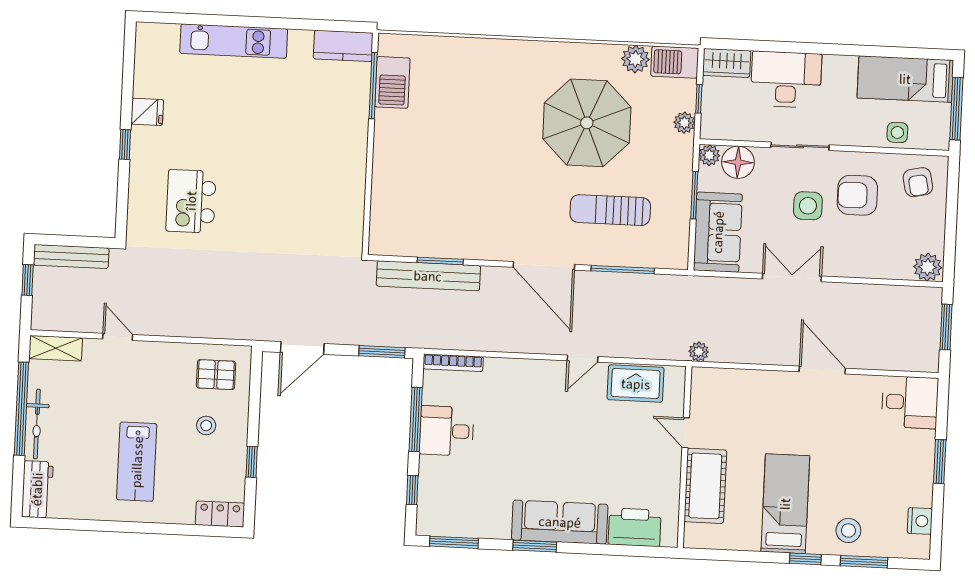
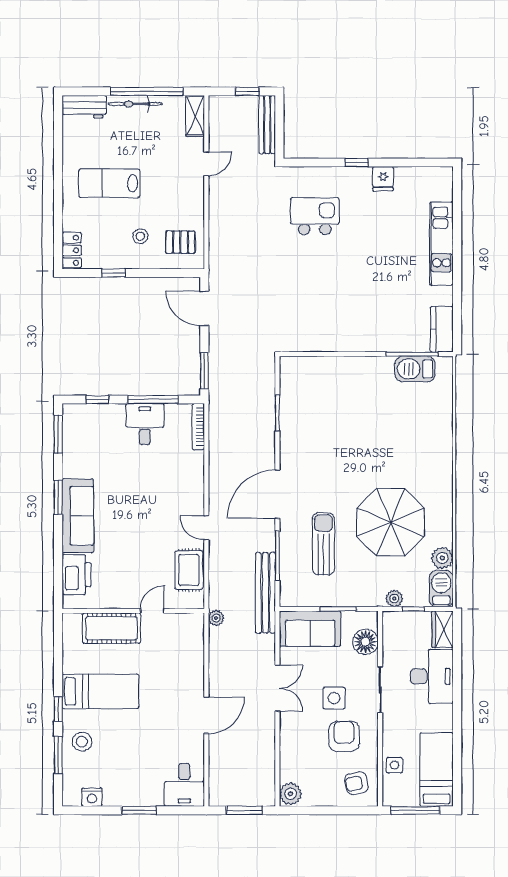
plant: (709, 155) -> (370, 619), removed
bench: (428, 276) -> (265, 593), moved
pallet: (216, 375) -> (180, 242), turned 90

